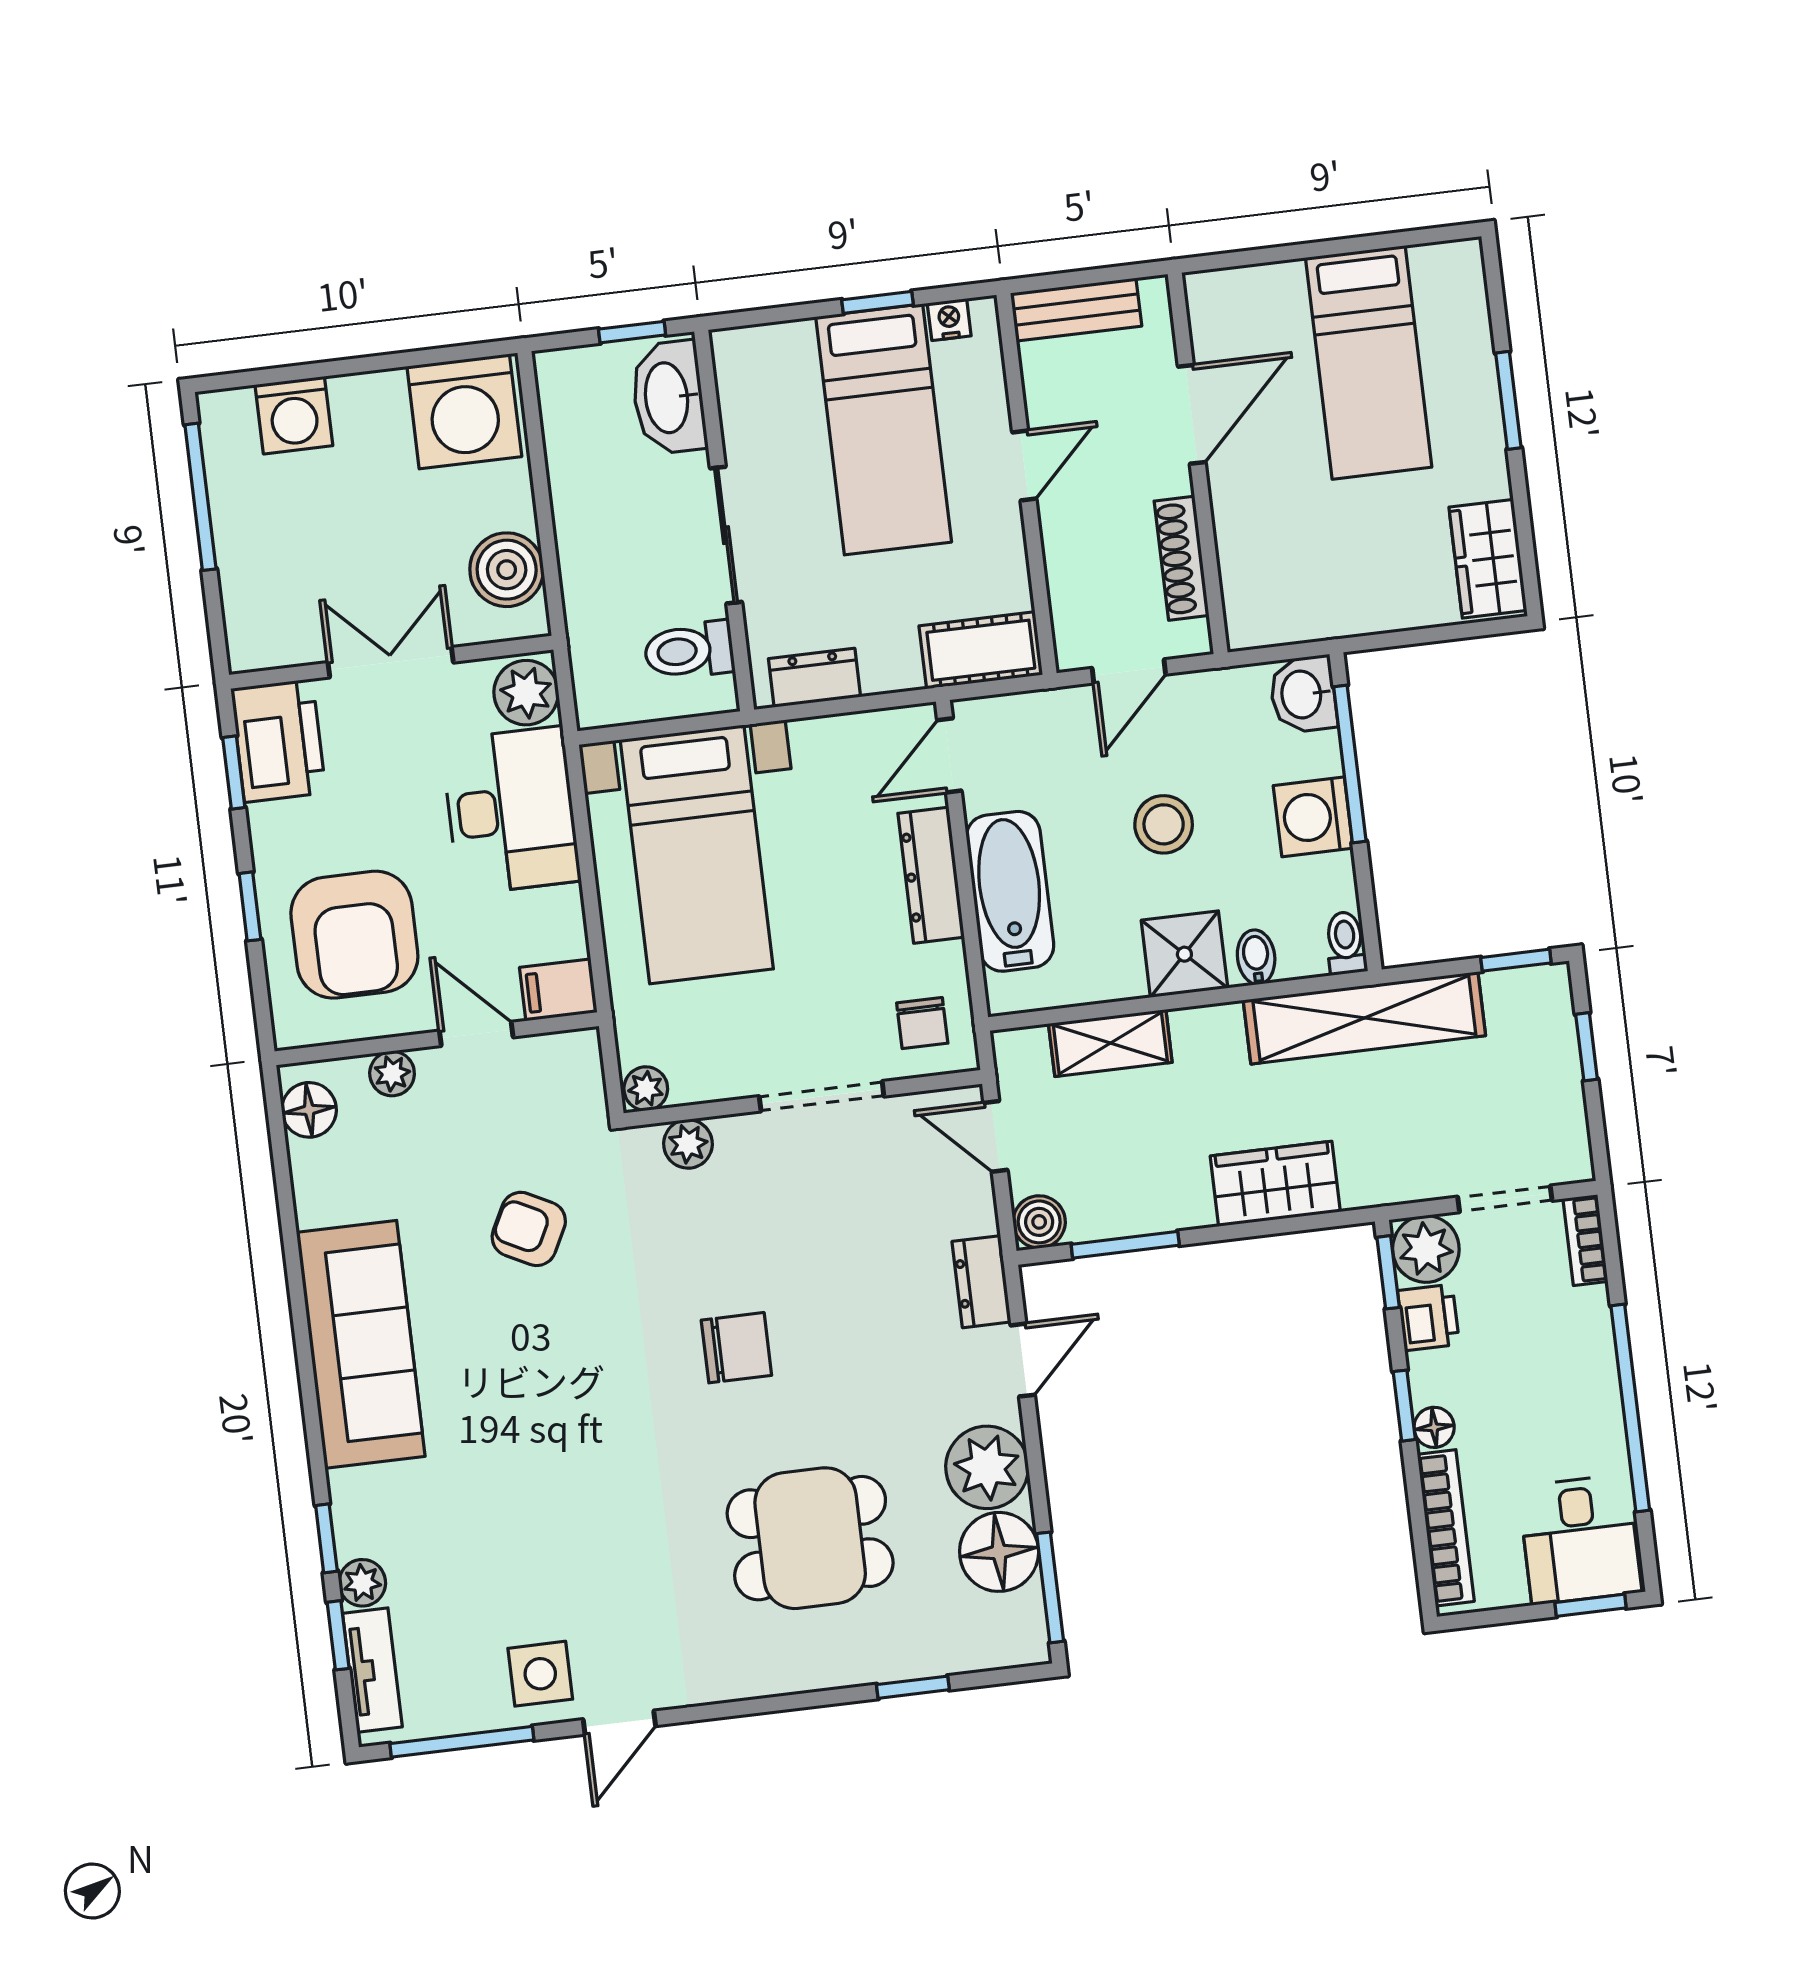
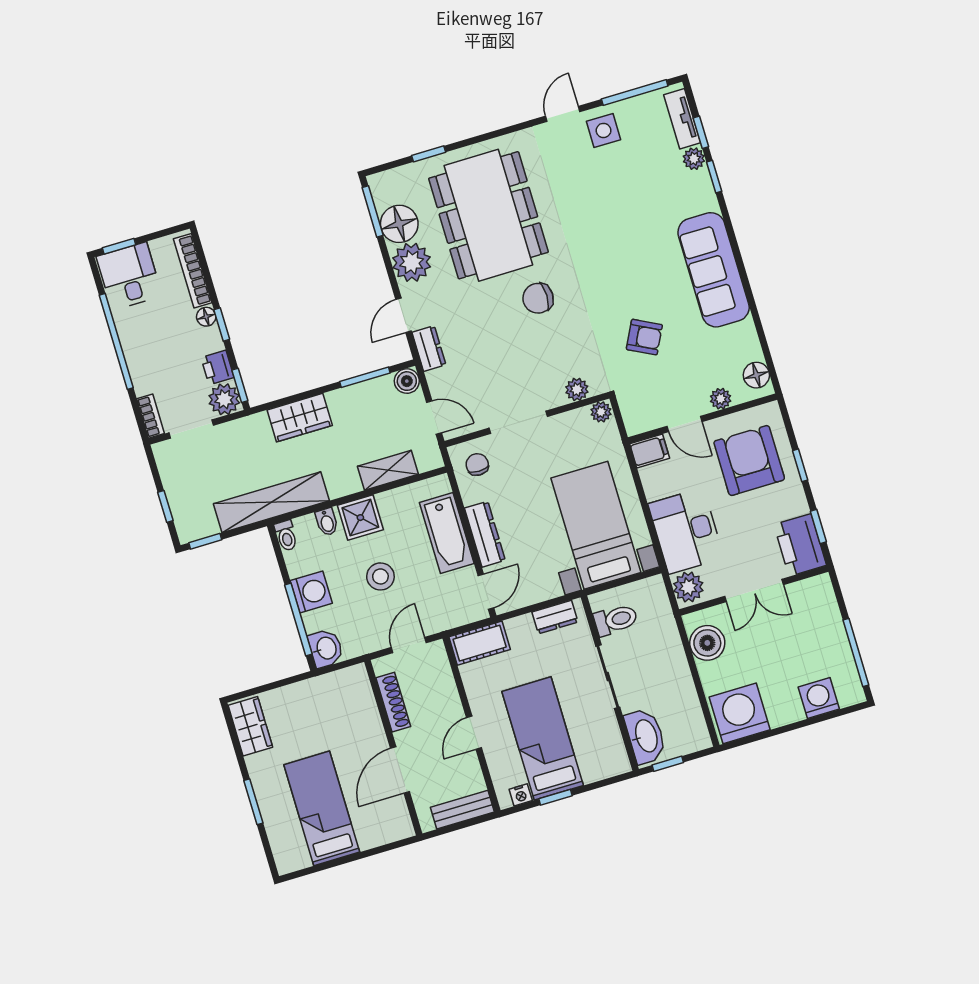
dining table: (810, 1538) -> (488, 215), width x1.88, depth x1.24

